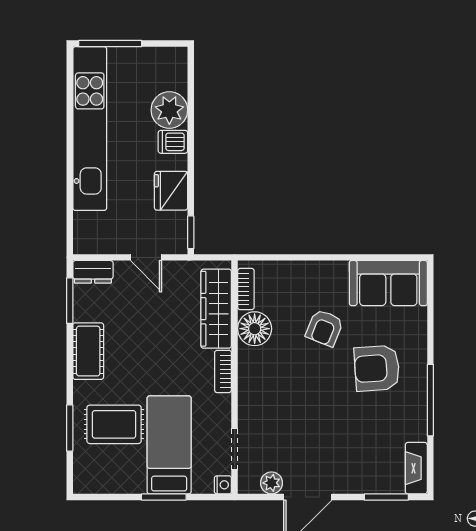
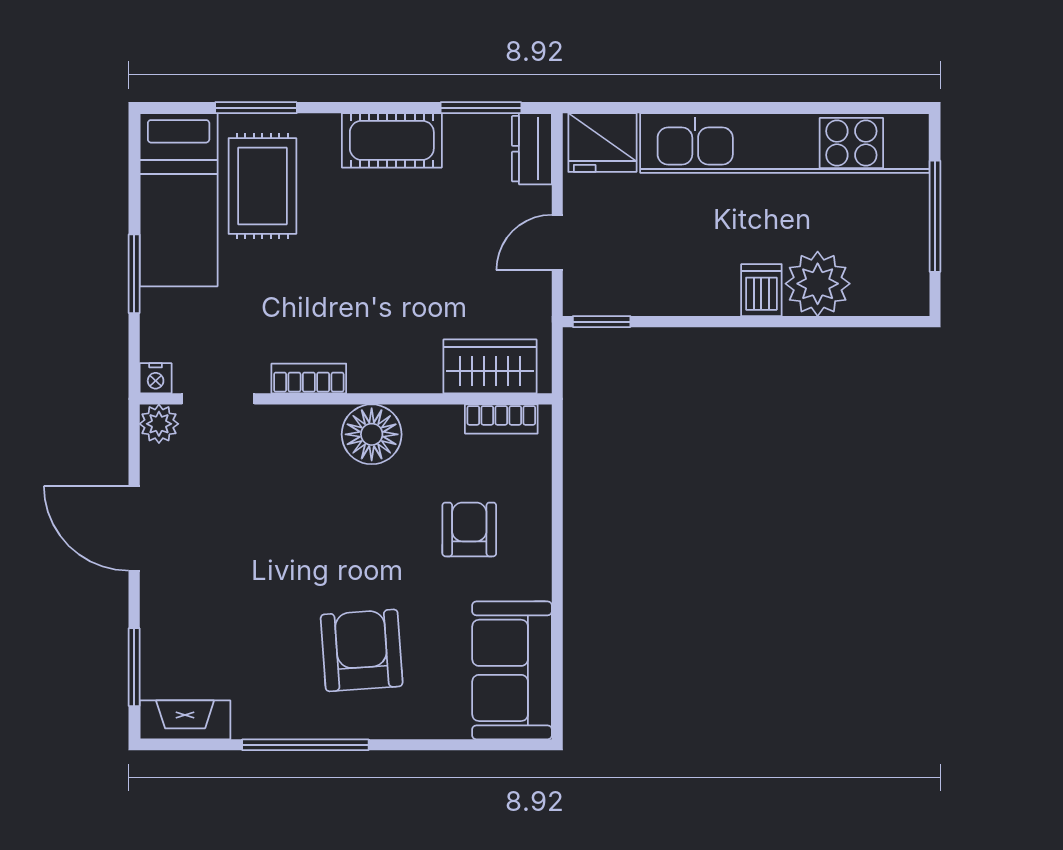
window: (110, 44) -> (935, 216), moved
fridge: (171, 191) -> (602, 143), moved, turned 180
wardrobe: (216, 309) -> (490, 366), width x0.67
armchair: (324, 328) -> (469, 529), moved, turned 68
floor lamp: (255, 329) -> (372, 434), moved
bookcase: (223, 371) -> (309, 378), moved
bed: (169, 445) -> (179, 200), moved, turned 90
plant: (271, 483) -> (159, 424), moved

